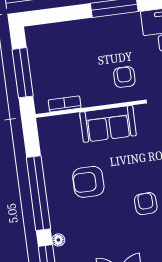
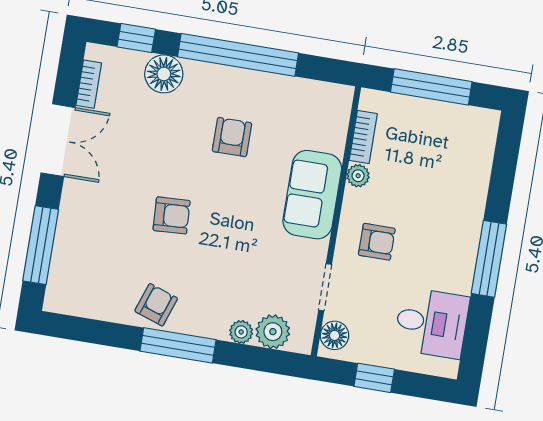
plant: (89, 100) -> (358, 176), added
armchair: (88, 182) -> (232, 137), width x0.72, depth x0.72
floor lamp: (58, 240) -> (164, 74), width x1.89, depth x1.89

